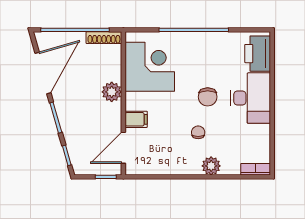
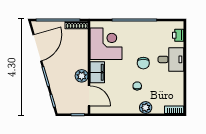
printer: (258, 54) -> (178, 35), width x0.53, depth x0.68
plant: (112, 92) -> (82, 76), moved
desk: (251, 98) -> (171, 59), width x0.73
filing cabinet: (136, 119) -> (97, 72), width x2.00
door: (123, 148) -> (89, 96), swing flipped

